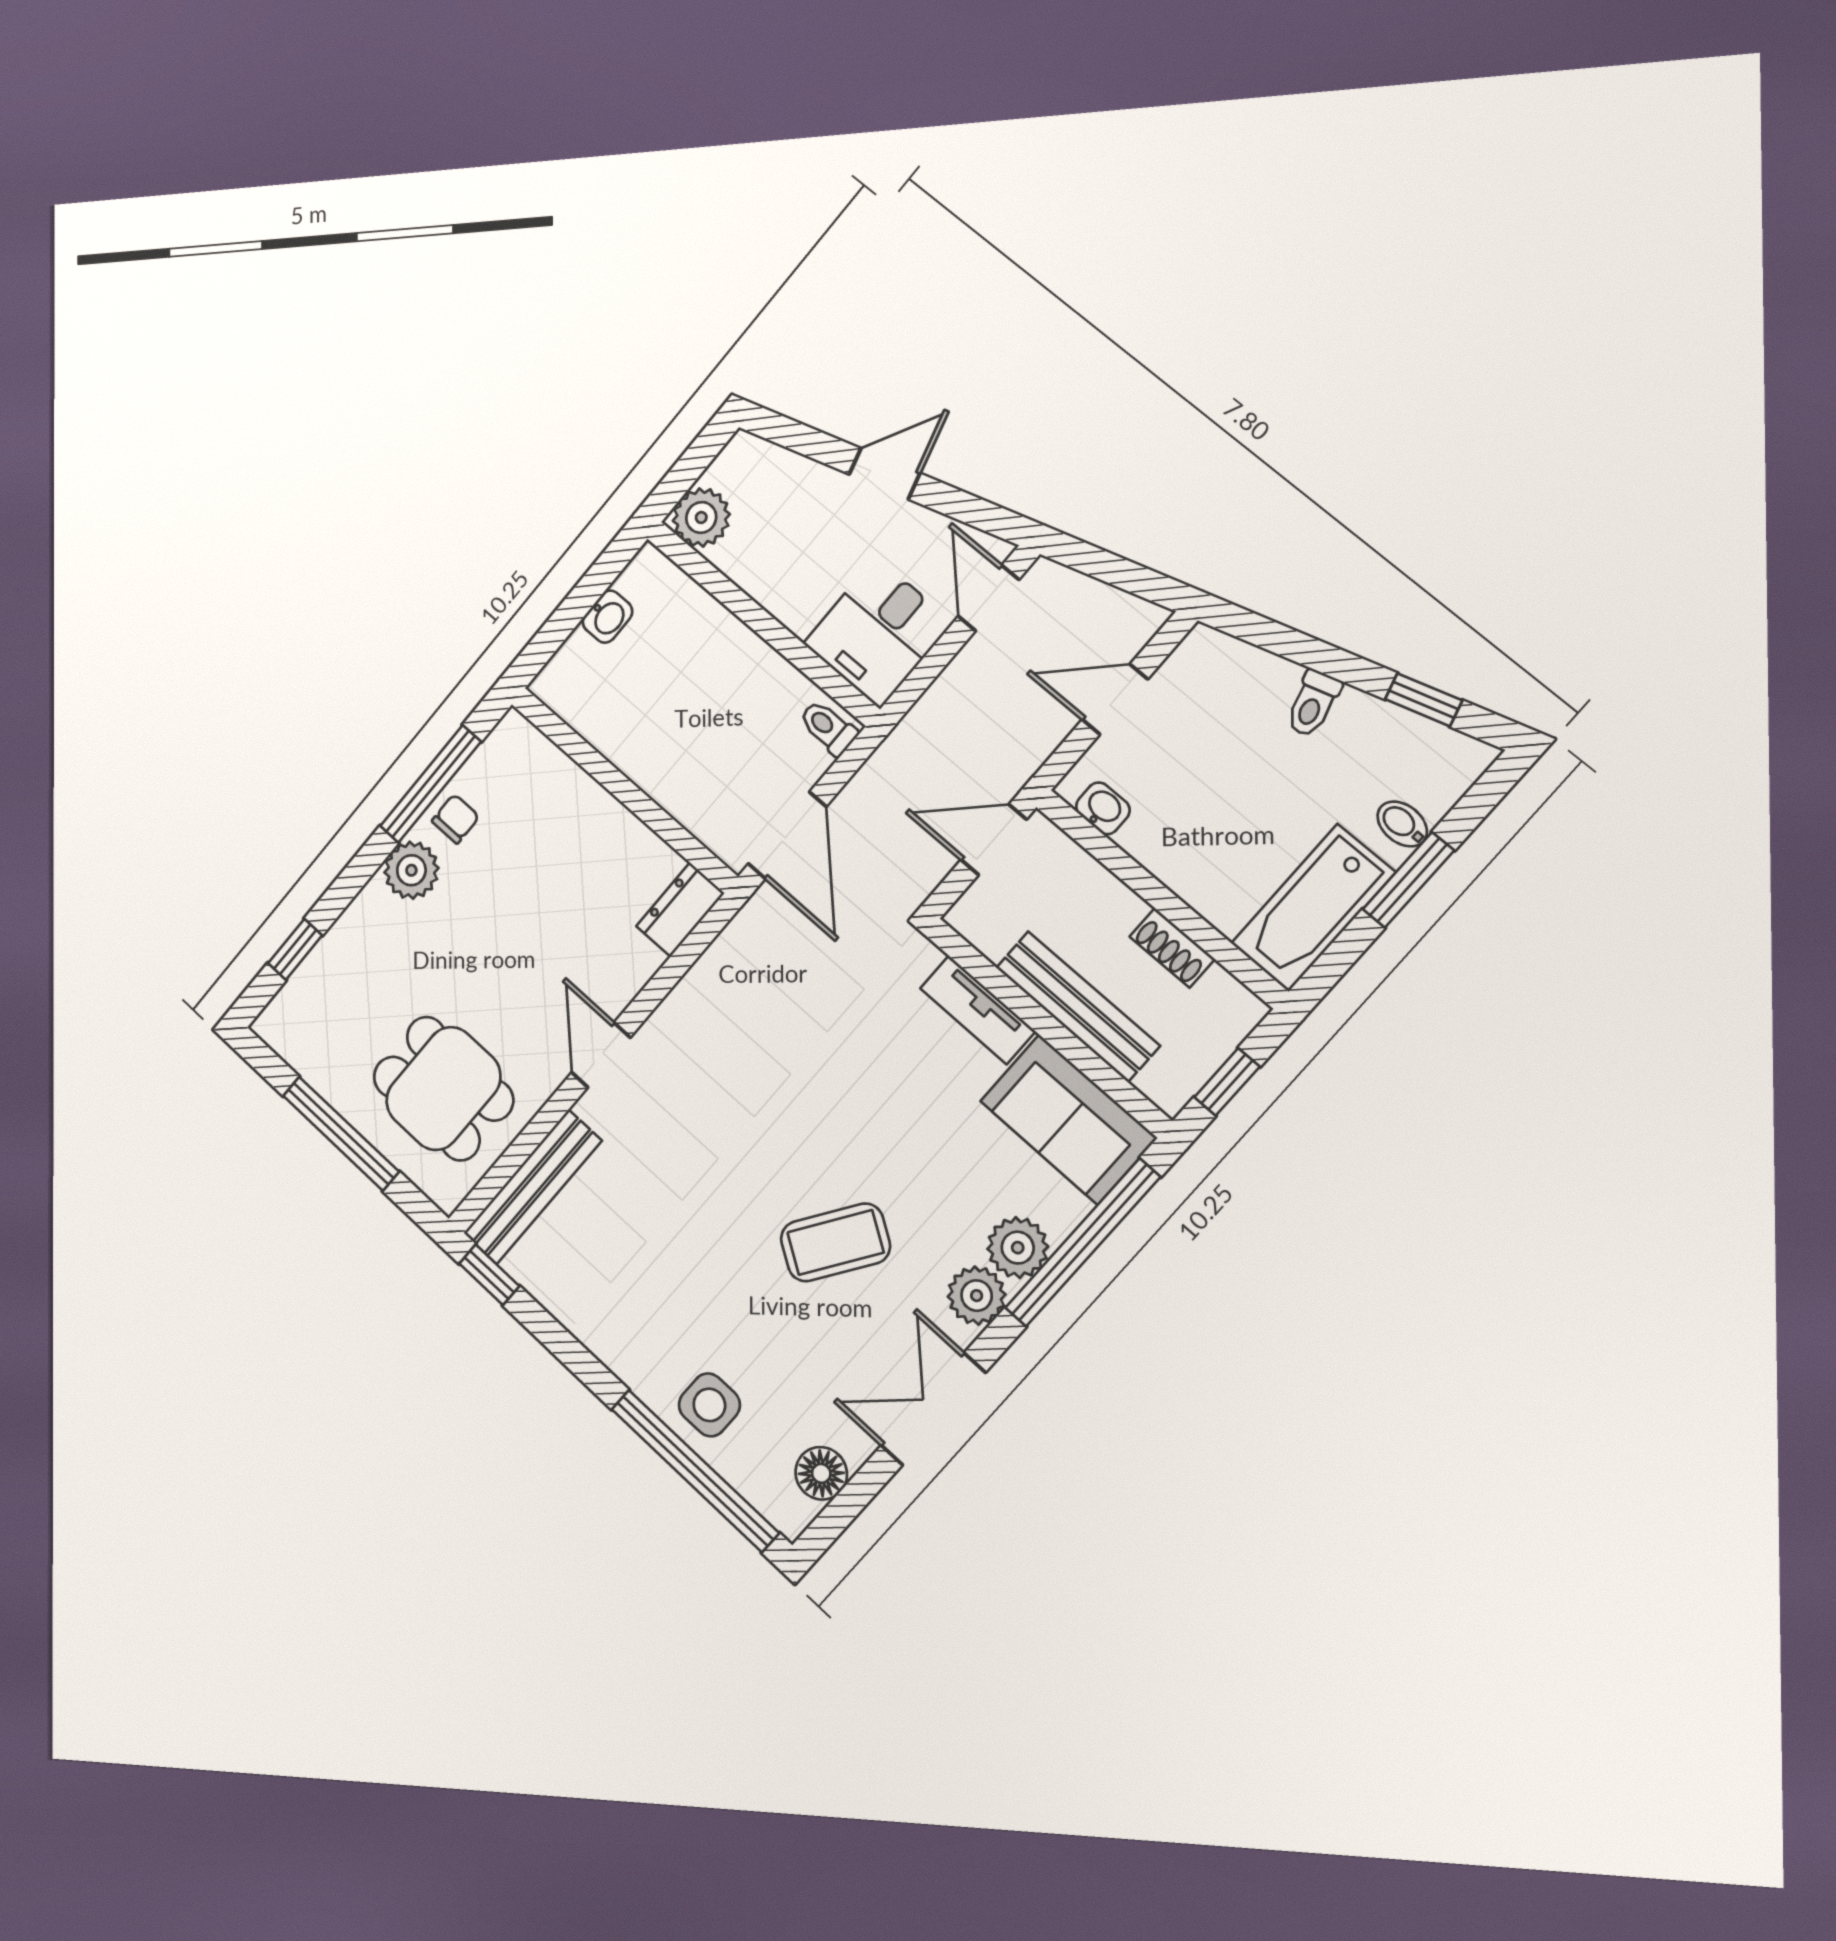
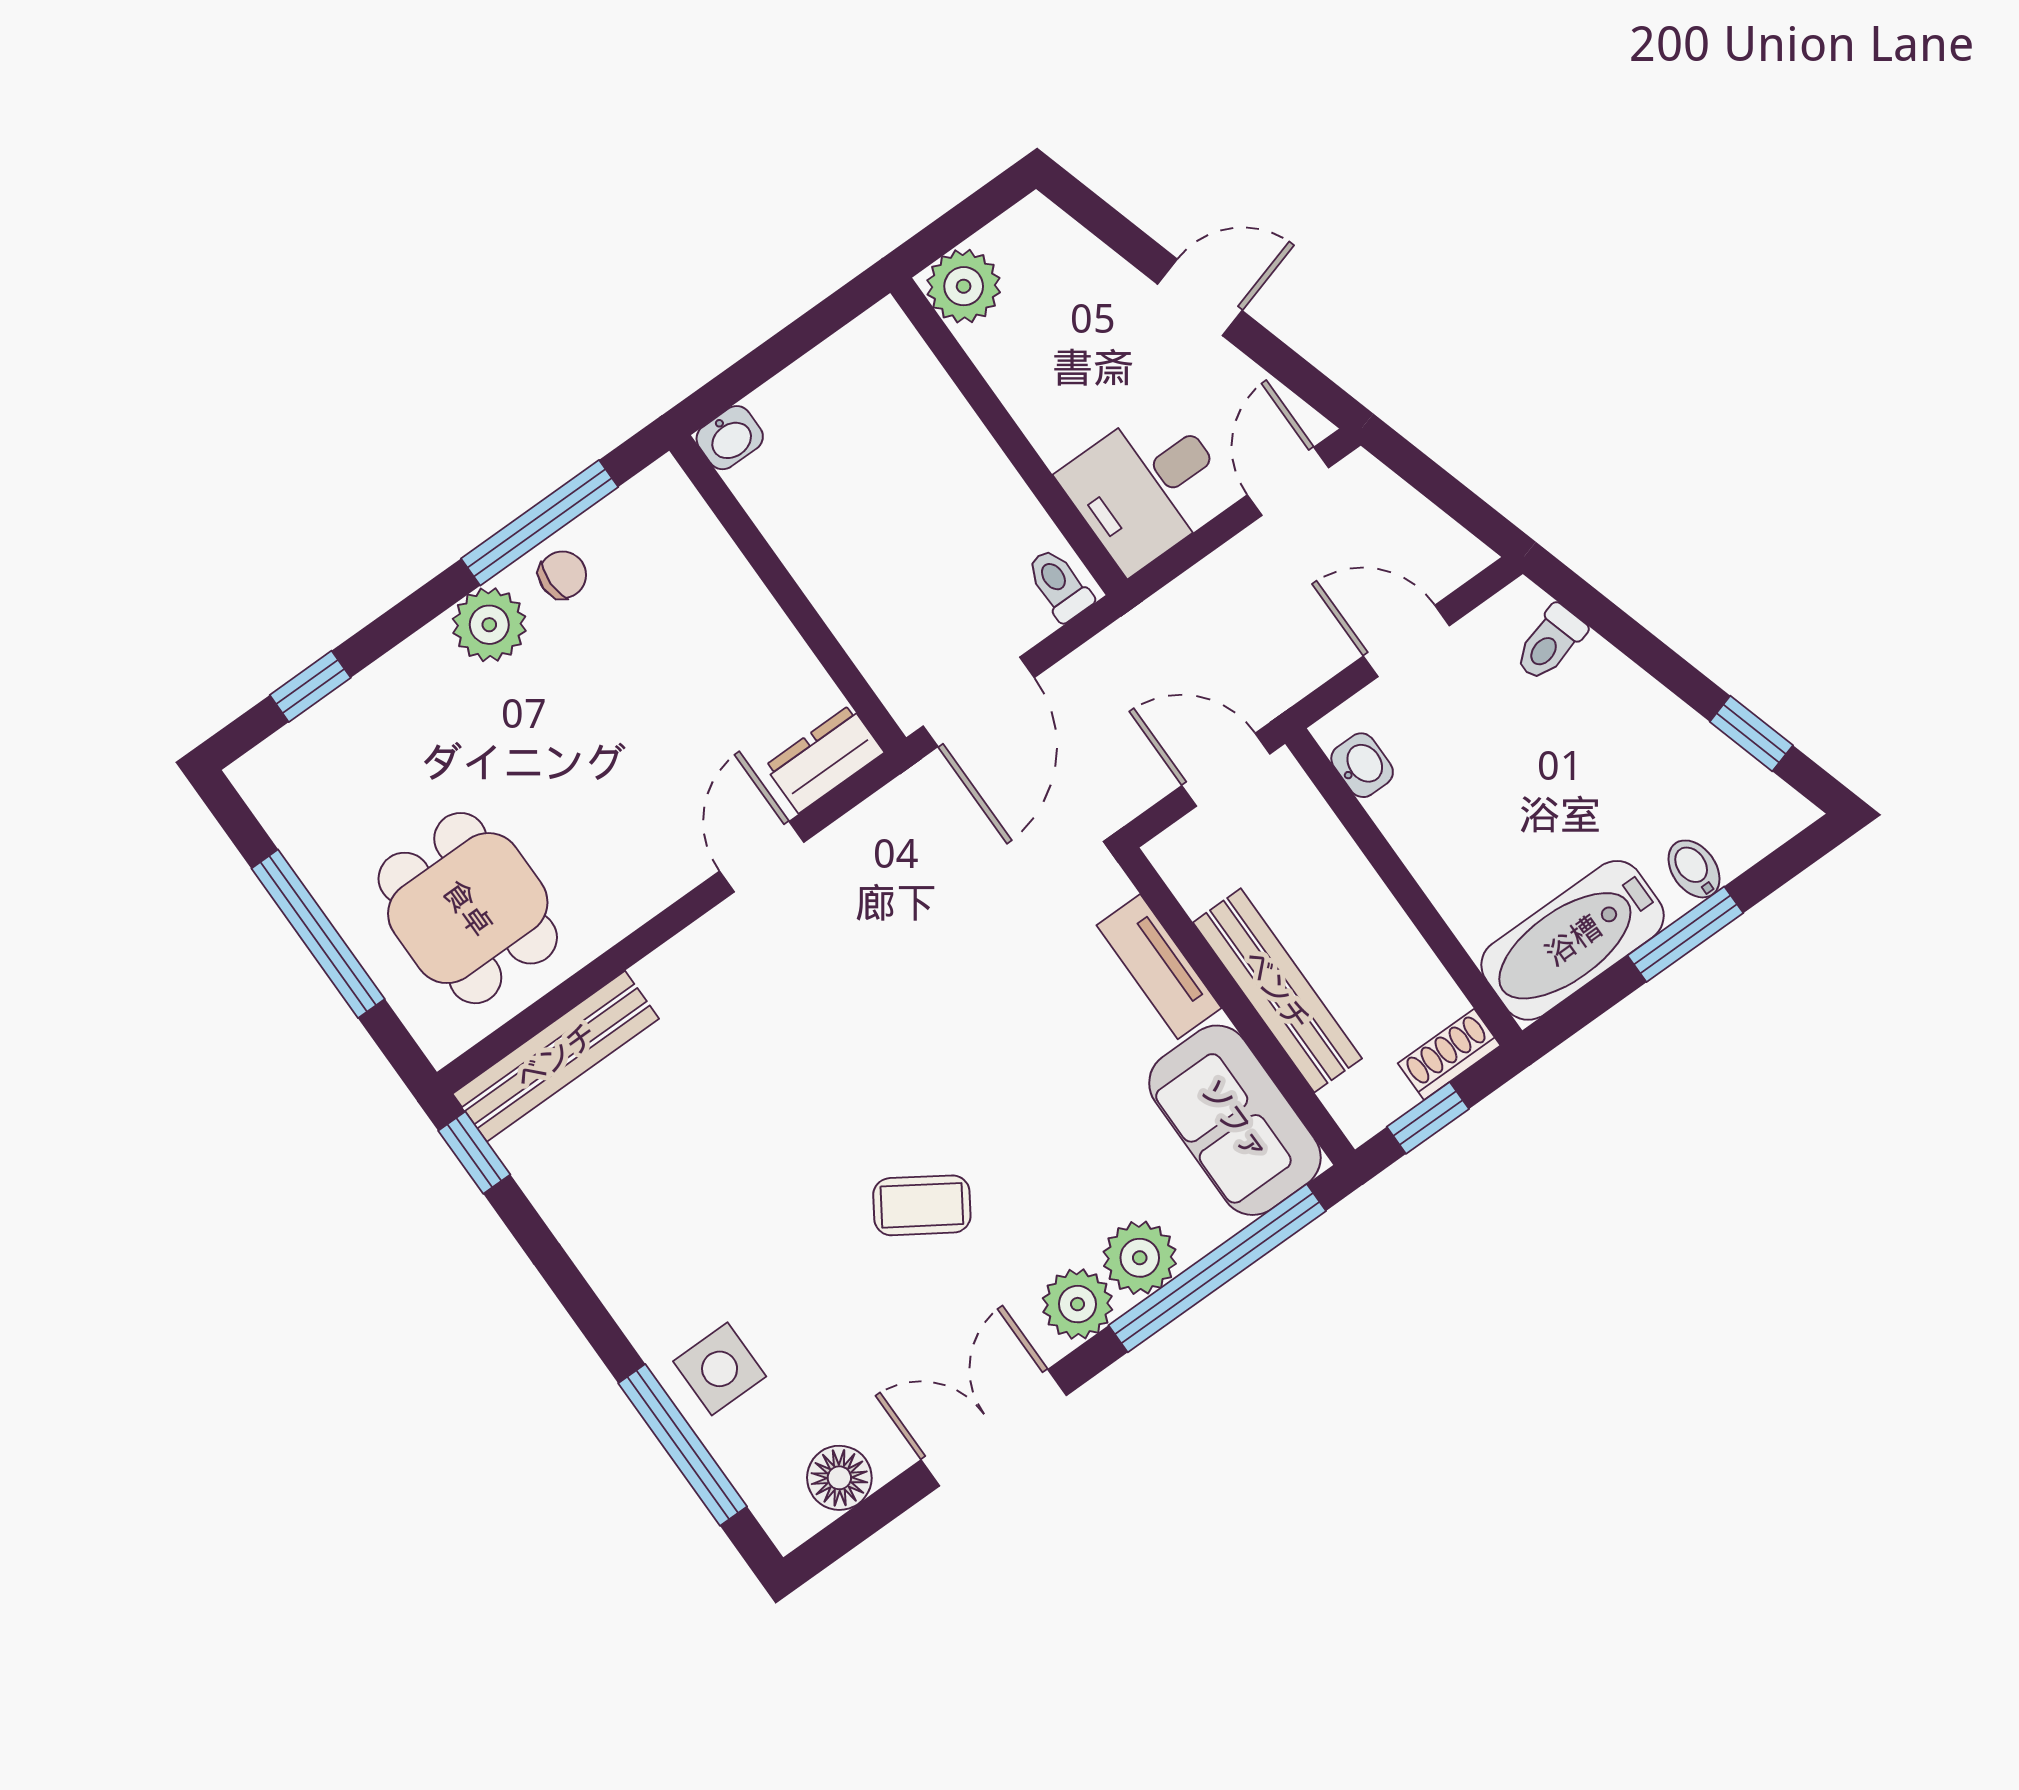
washbasin: (607, 617) -> (730, 438), moved
toilet: (1313, 704) -> (1550, 643), moved
shoe rack: (1172, 948) -> (1449, 1054), moved, turned 90
door: (601, 1055) -> (762, 857), moved
coffee table: (835, 1242) -> (922, 1205), width x0.73, depth x0.77
window: (695, 1471) -> (683, 1445), width x0.68

